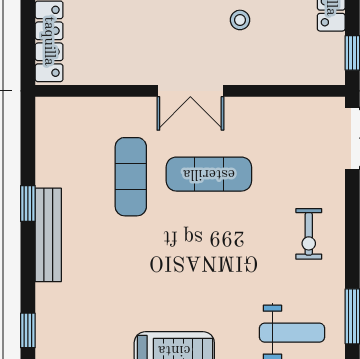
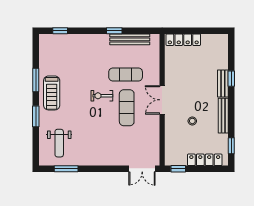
exercise bike: (309, 234) -> (102, 96), moved
bench: (48, 235) -> (130, 39), moved

